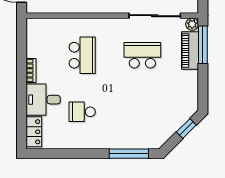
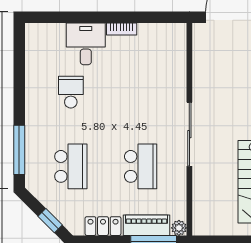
sliding door: (155, 16) -> (189, 134), moved
school desk: (82, 55) -> (71, 166), moved, turned -90
locker: (34, 132) -> (103, 226), moved, turned 180

